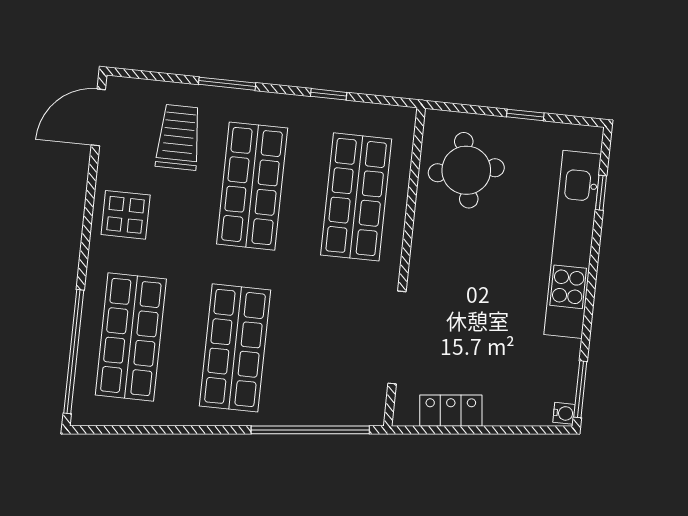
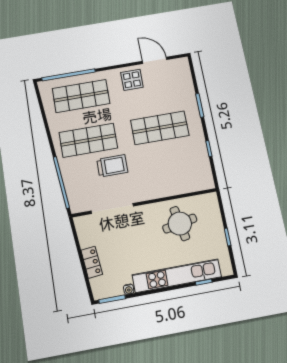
door: (98, 117) -> (155, 60), moved
trolley: (179, 137) -> (112, 166), moved
round table: (466, 170) -> (180, 224), moved
shop shelf: (356, 197) -> (169, 173), removed
locker: (451, 411) -> (92, 262), moved
water cooler: (564, 413) -> (129, 289), moved

